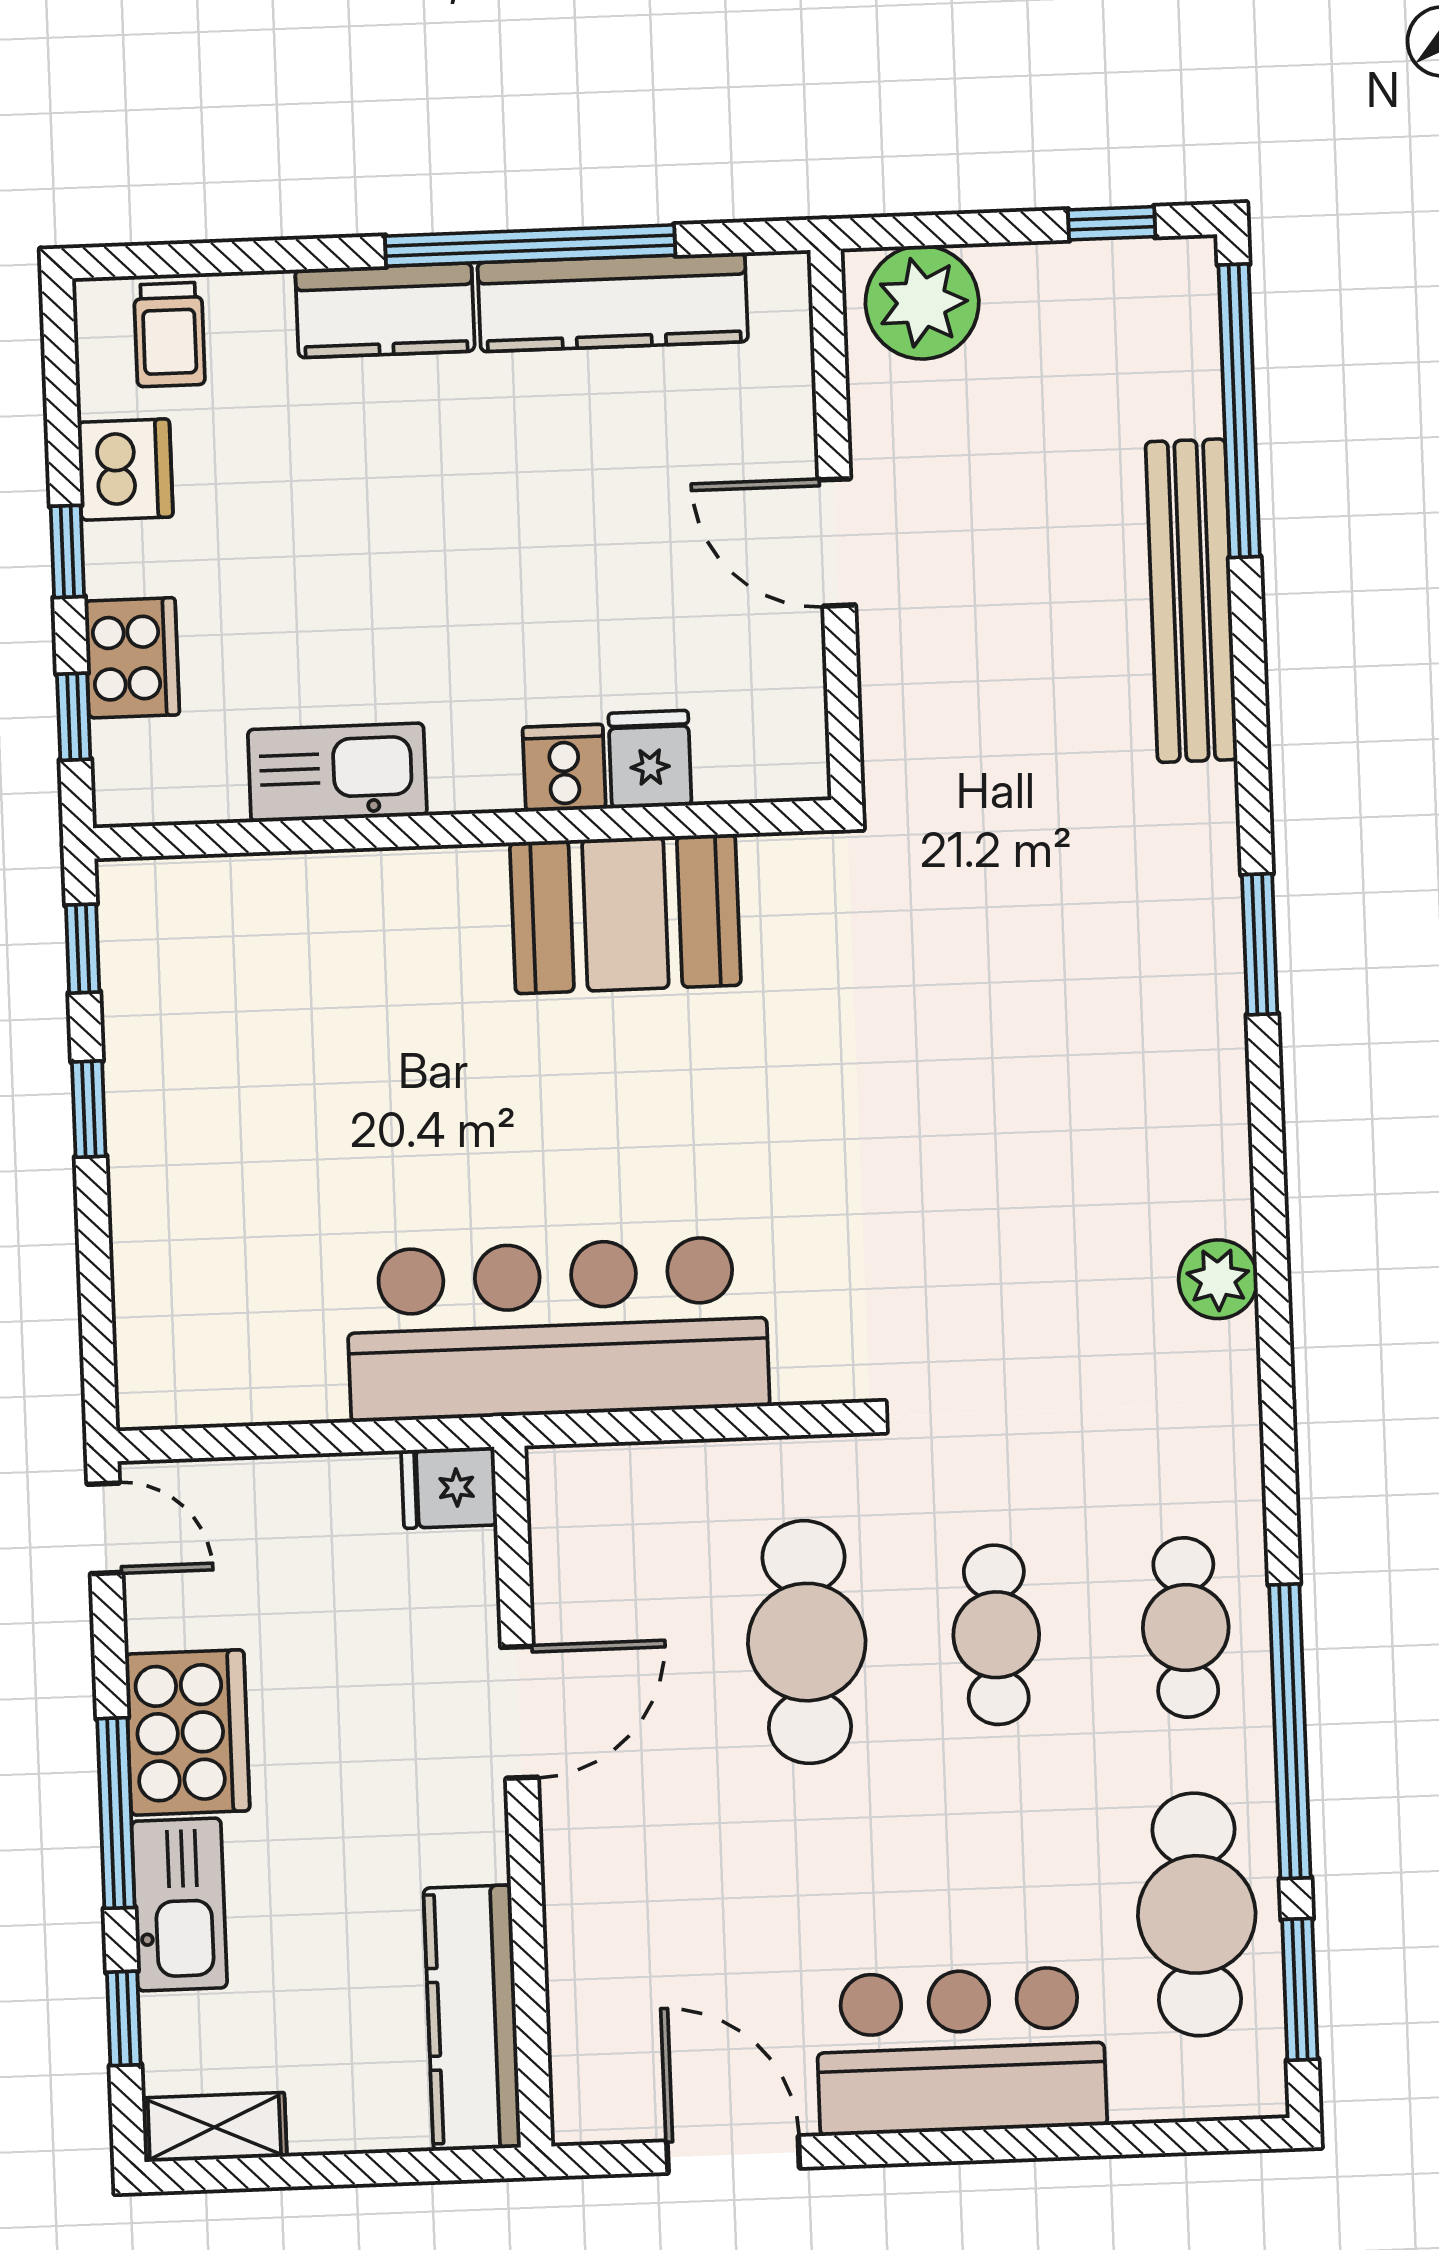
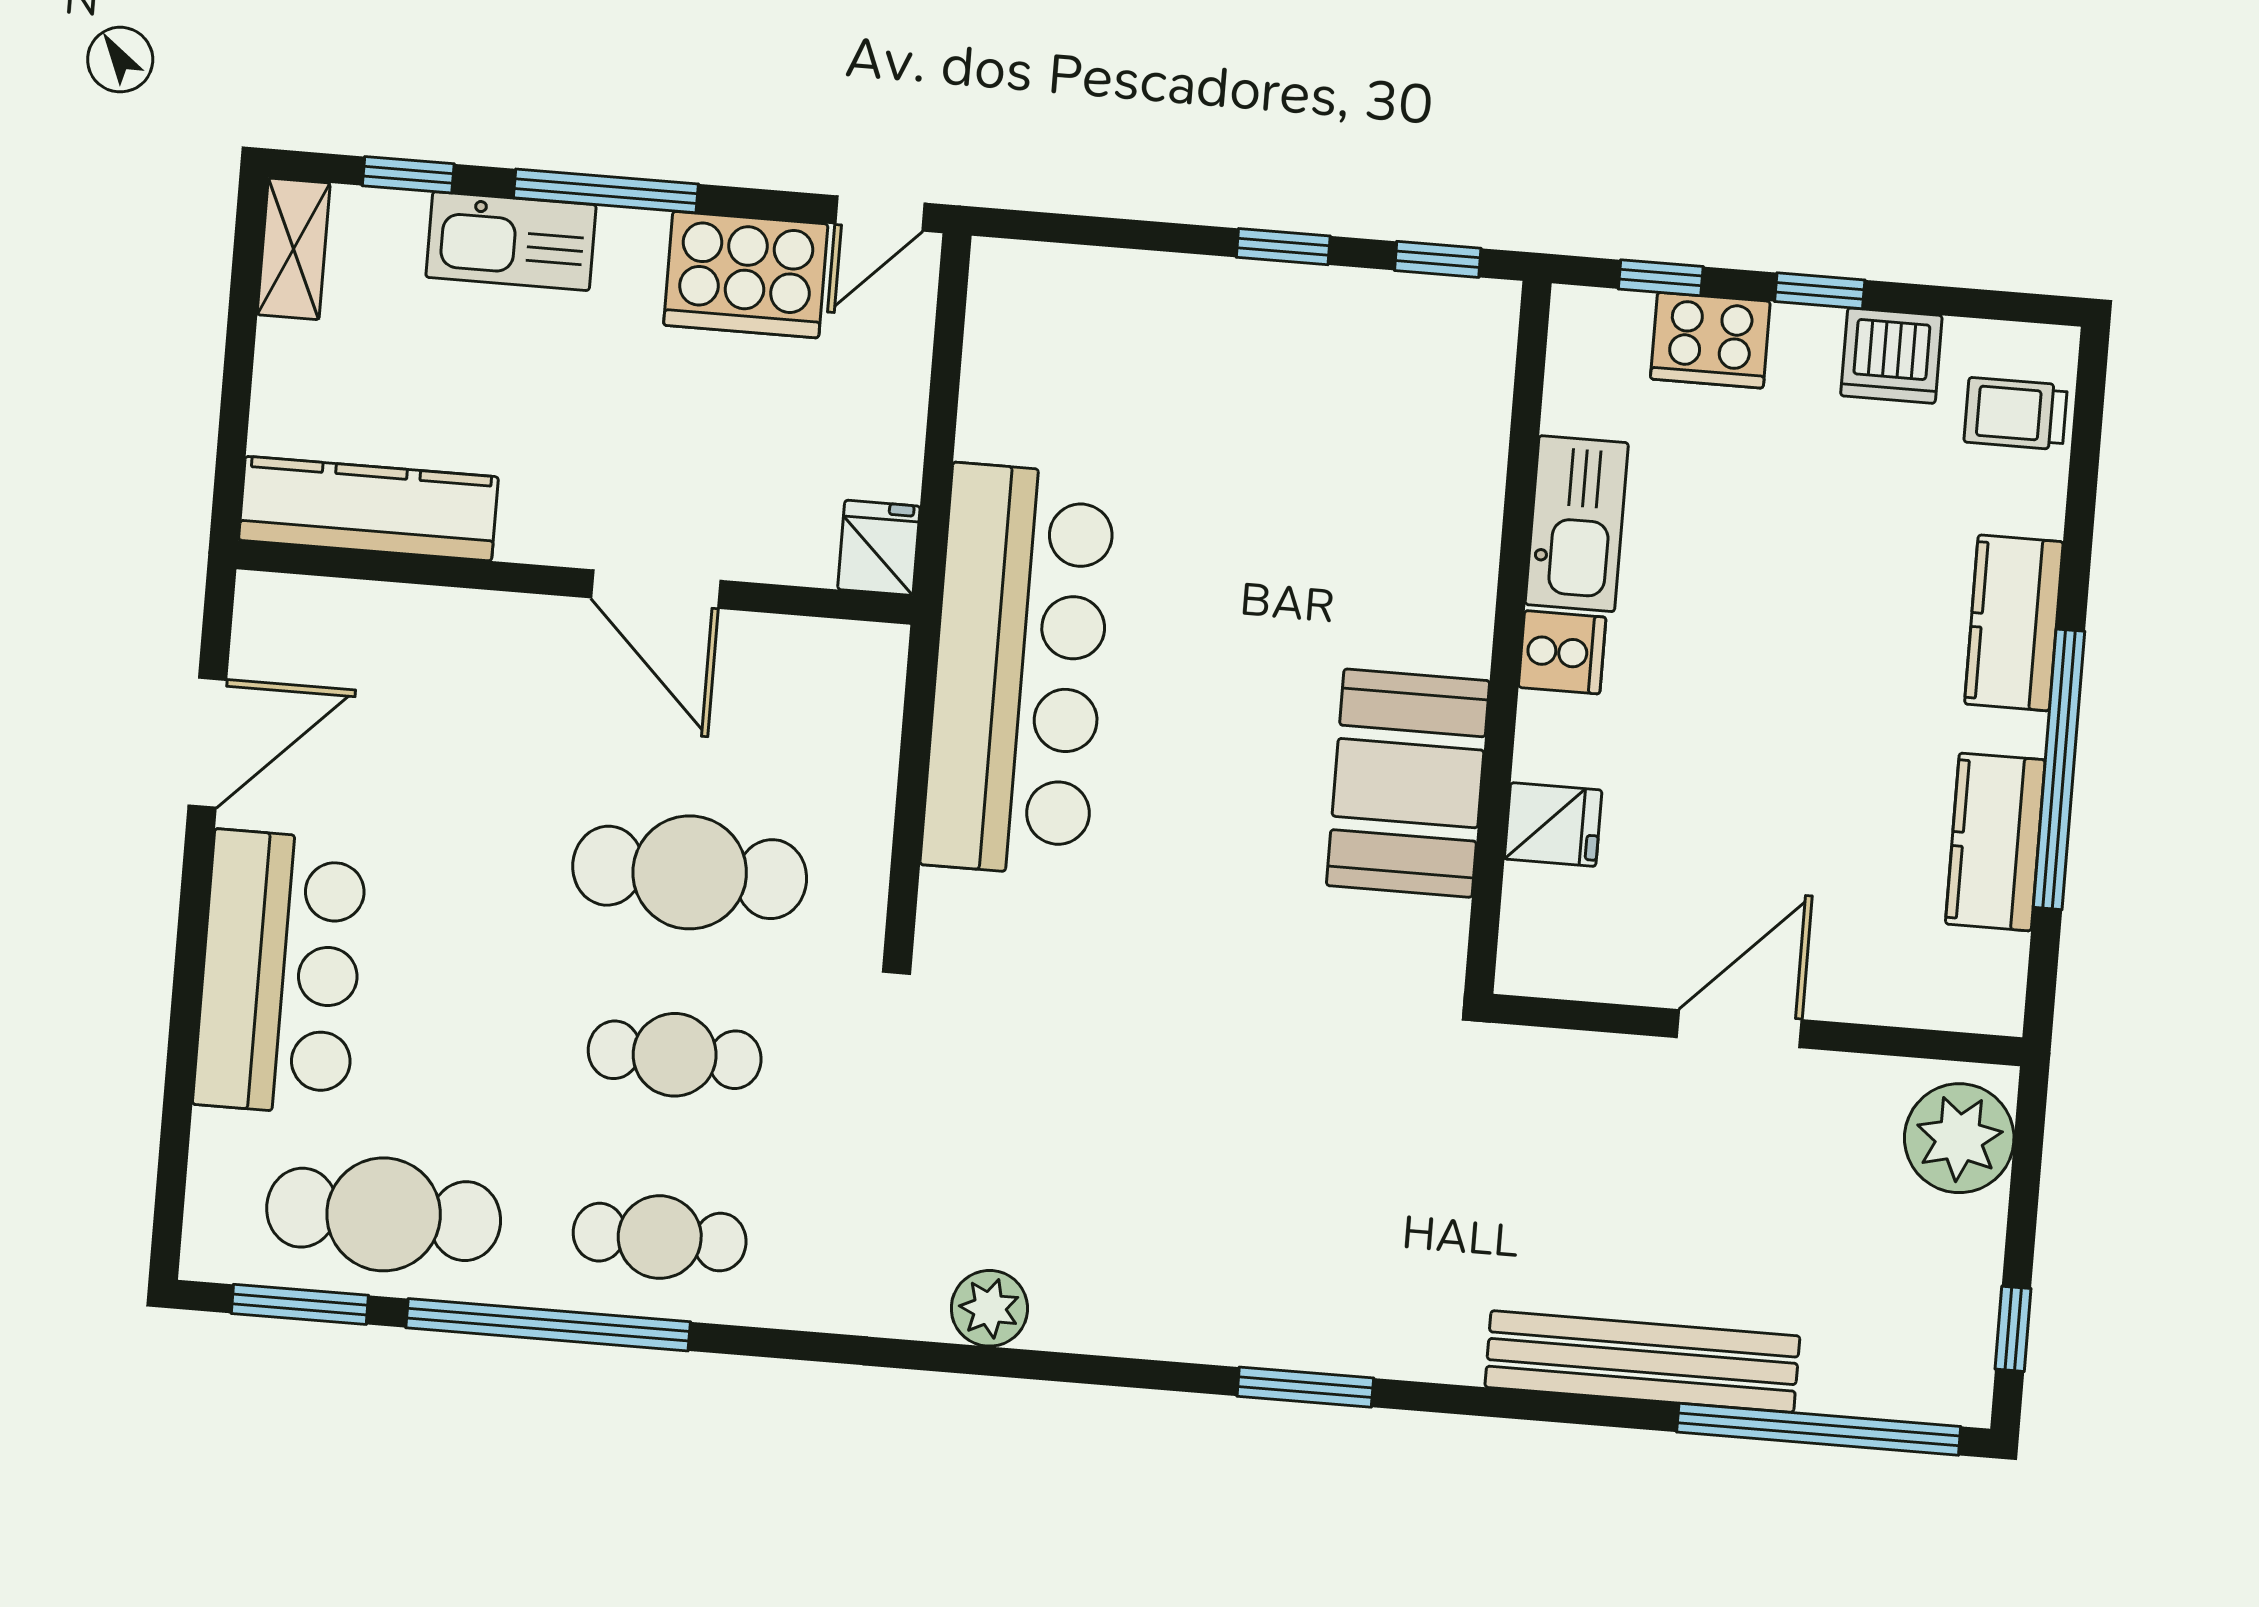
kitchen counter: (613, 302) -> (1995, 842), width x0.67
cooker: (564, 768) -> (1562, 652), moved
cooker: (187, 1732) -> (746, 275), moved

